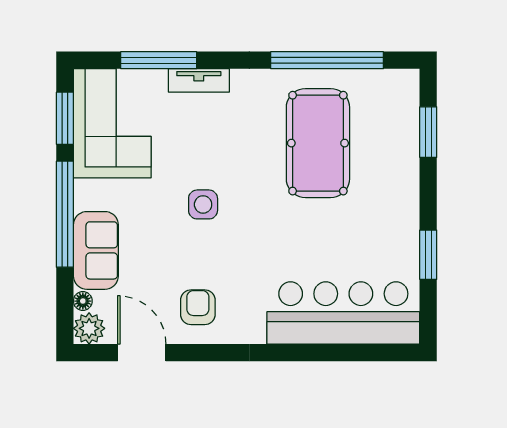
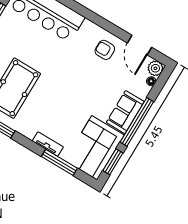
side table: (203, 204) -> (77, 91), removed
sofa: (96, 250) -> (125, 112), moved
armchair: (198, 307) -> (105, 50), turned 90

